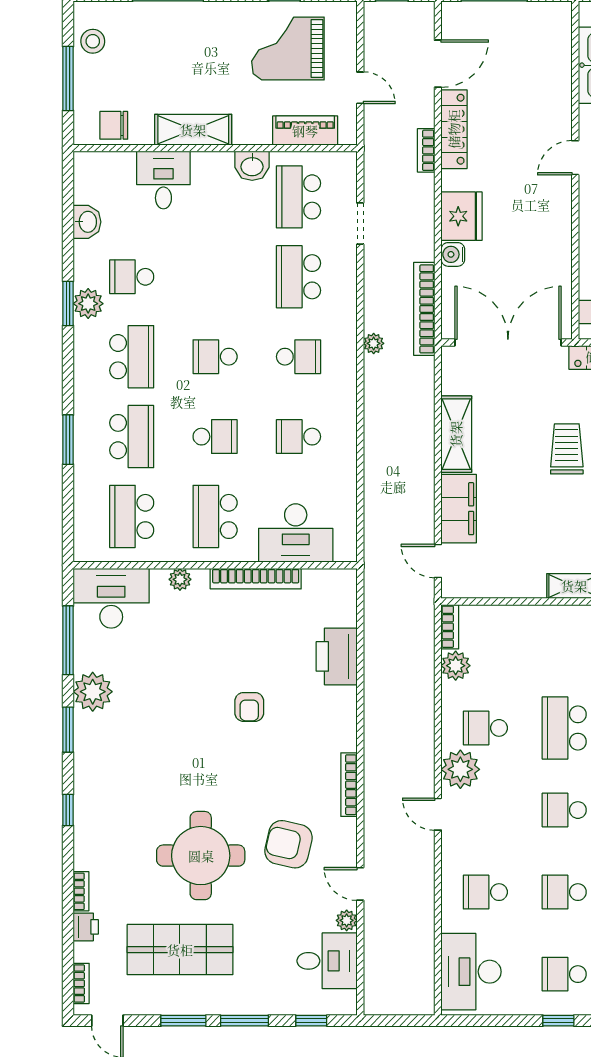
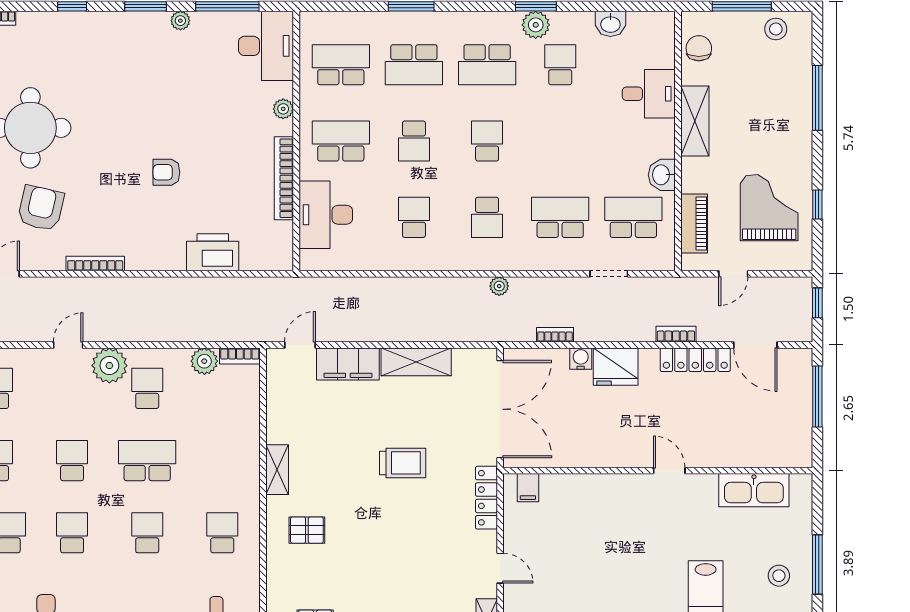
bookcase: (424, 309) -> (555, 335), width x0.43, depth x0.76
plant: (93, 692) -> (180, 21), width x0.53, depth x0.53

